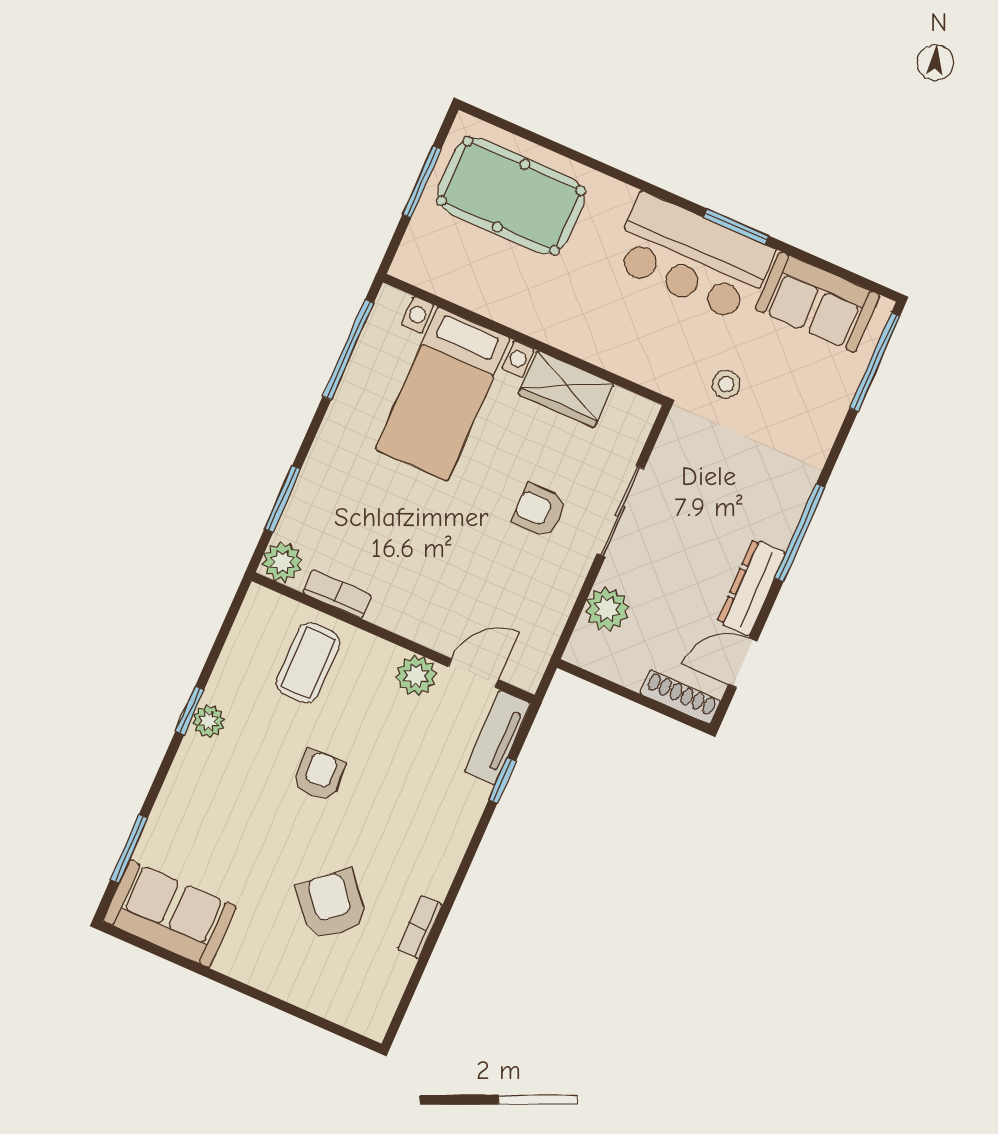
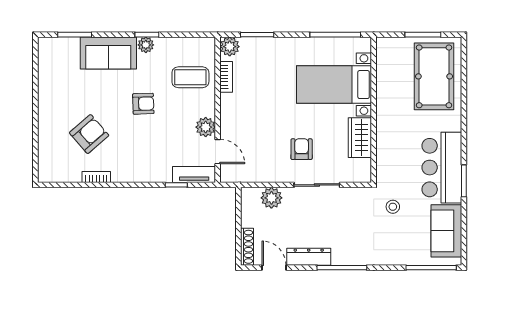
sofa: (170, 914) -> (108, 53), moved, turned 90

